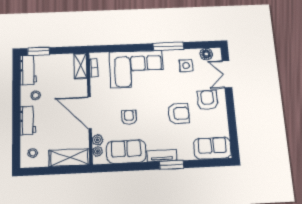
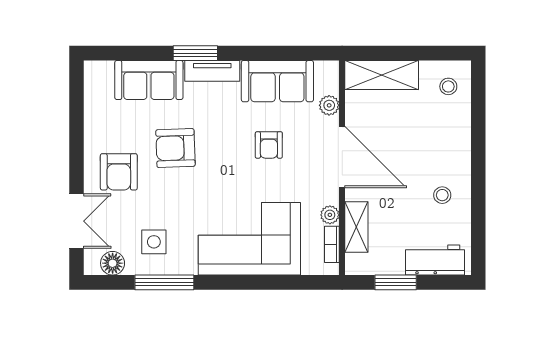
window: (168, 46) -> (164, 282), moved
window: (39, 51) -> (396, 282), moved
shelving: (80, 66) -> (356, 227), moved
workbench: (28, 70) -> (435, 260), moved, turned 90
workbench: (28, 120) -> (457, 148), removed
sofa: (212, 148) -> (149, 80), moved
plant: (98, 151) -> (330, 215), moved

